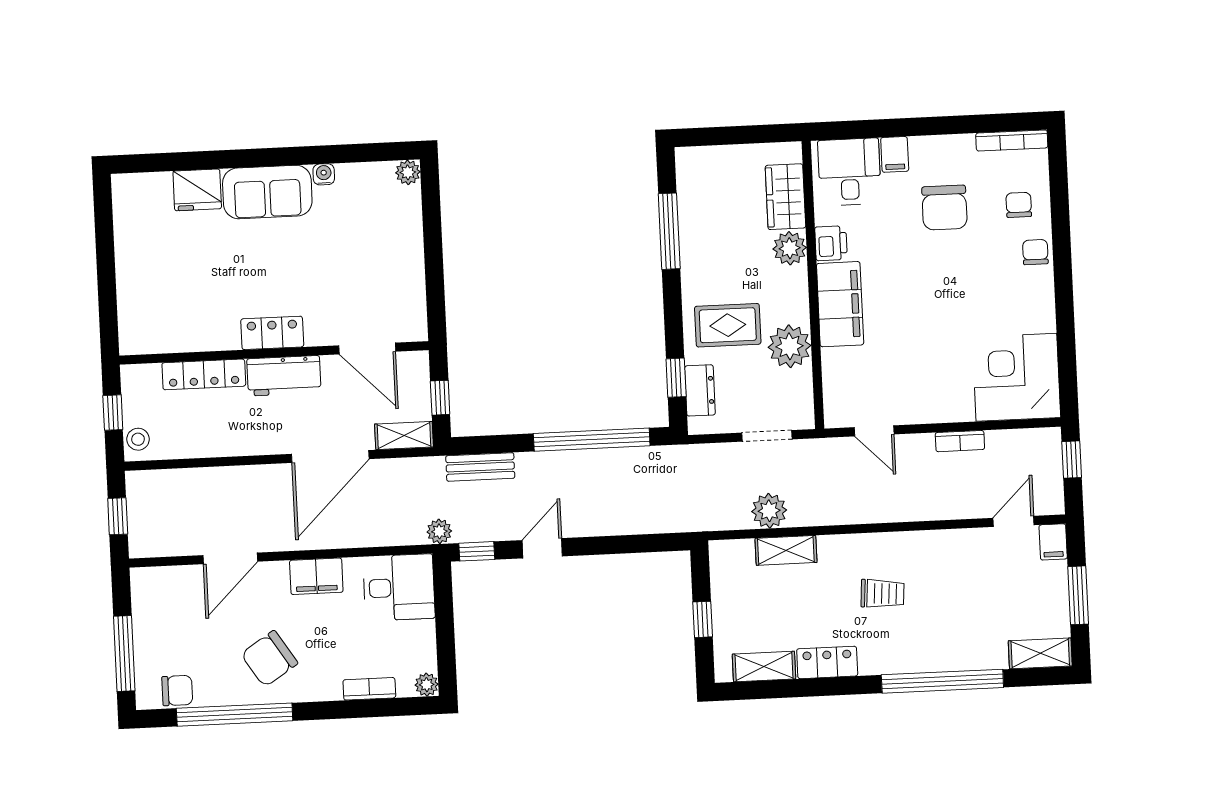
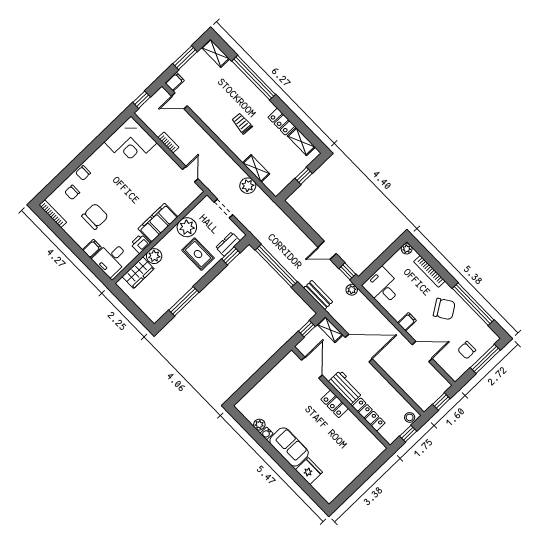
plant: (408, 172) -> (259, 425), moved
filing cabinet: (316, 576) -> (407, 322), width x0.50
bookcase: (369, 689) -> (429, 271), width x1.56
chair: (177, 691) -> (467, 350), moved, turned -90

